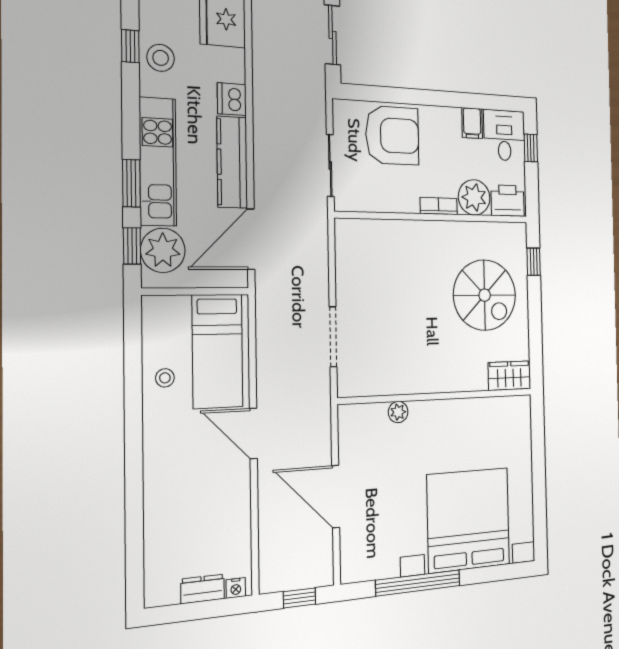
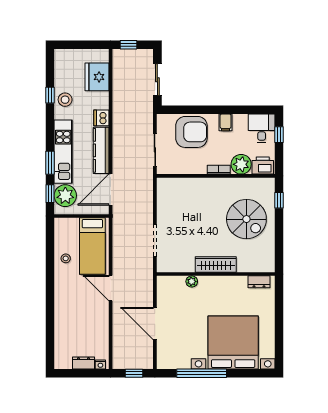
filing cabinet: (472, 123) -> (226, 122), moved
wardrobe: (509, 376) -> (216, 265), moved, width x1.50
dresser: (507, 407) -> (259, 282), added

